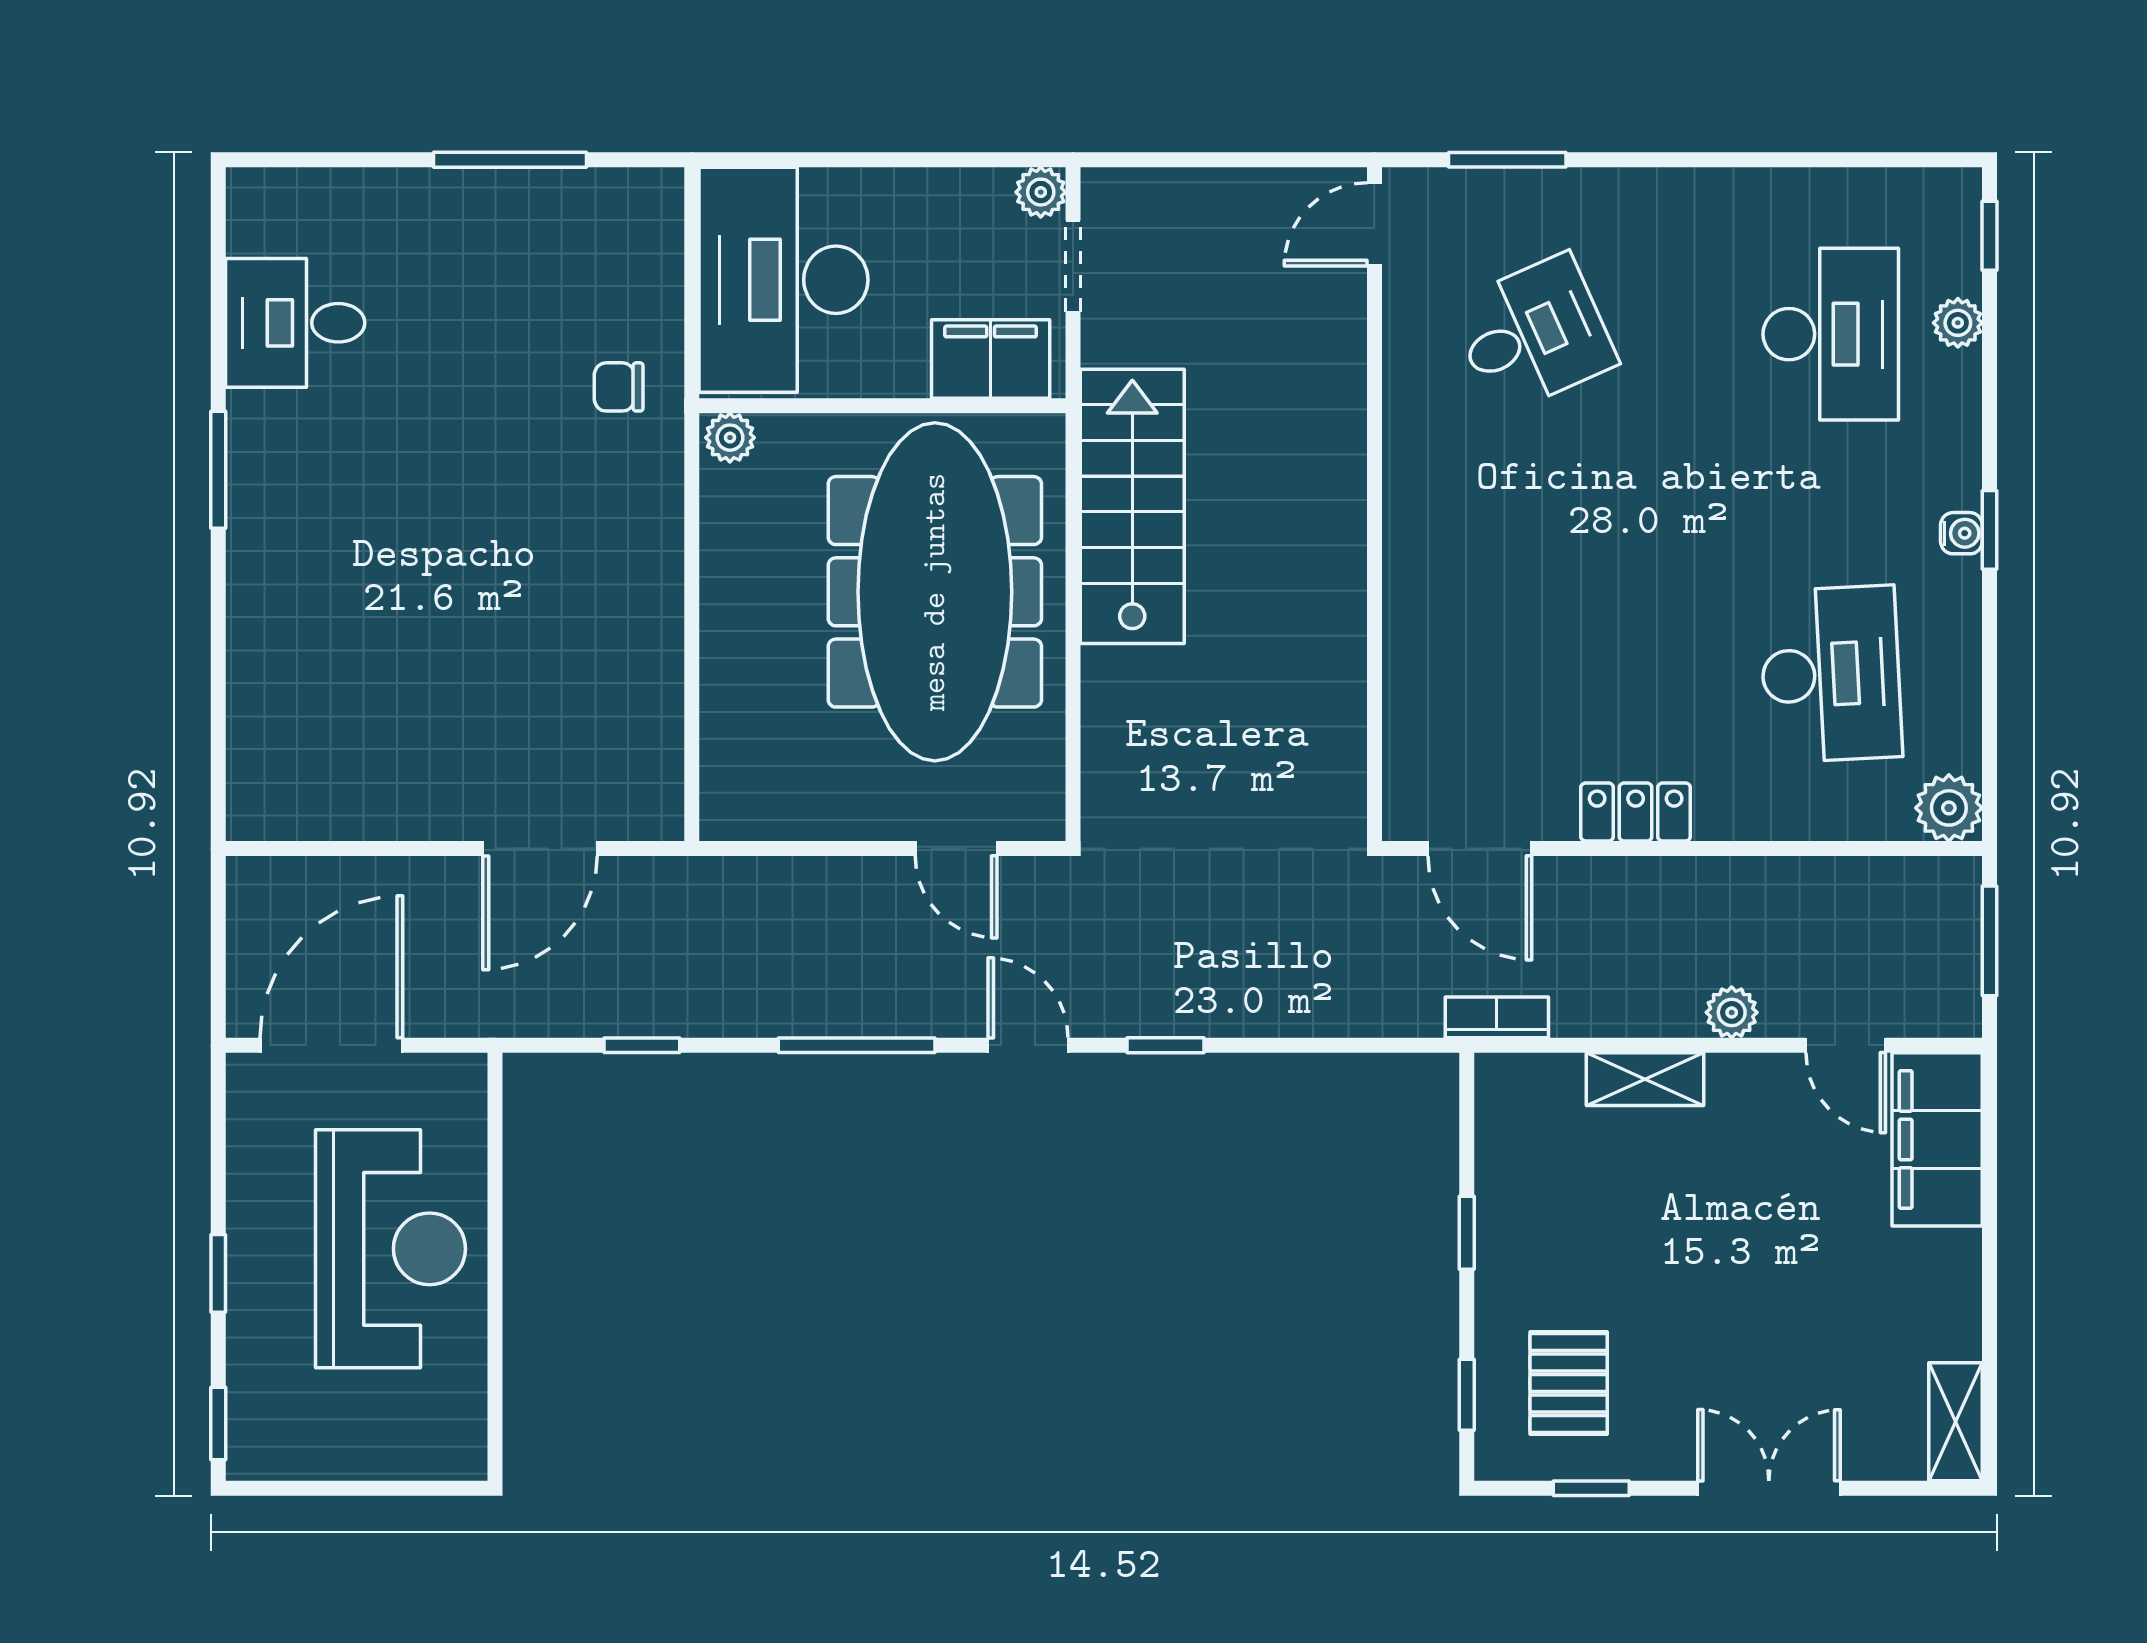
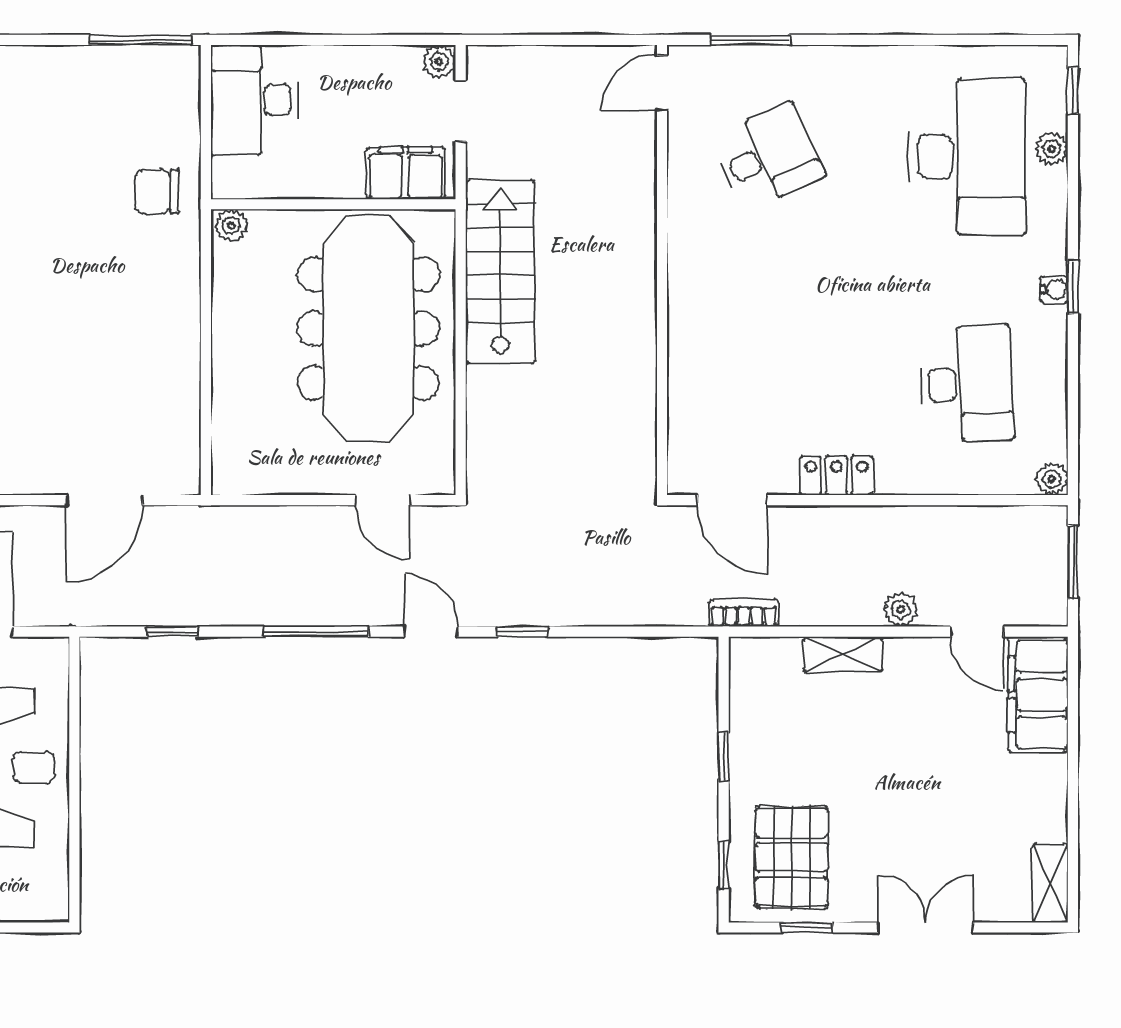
window: (510, 160) -> (140, 40), moved
desk: (784, 280) -> (254, 100), width x0.73, depth x0.77
desk: (1831, 334) -> (967, 156), width x1.36, depth x1.30
chair: (619, 387) -> (157, 192), width x1.37, depth x1.37
plant: (1949, 808) -> (1052, 479), width x0.73, depth x0.73
pallet: (1569, 1383) -> (792, 857), width x1.50, depth x1.42

